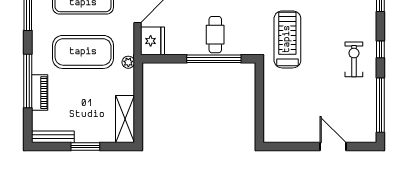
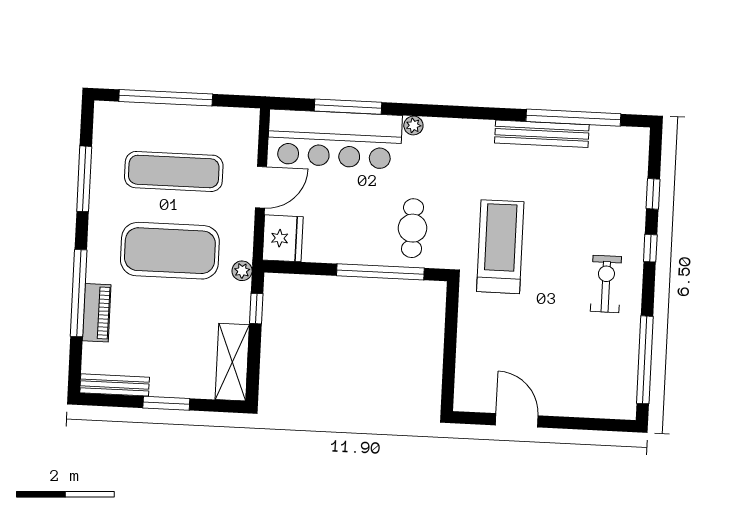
cafe table: (215, 35) -> (413, 228), moved
window: (380, 49) -> (650, 248), moved
window: (138, 85) -> (256, 309), added
door: (333, 147) -> (517, 420), moved

